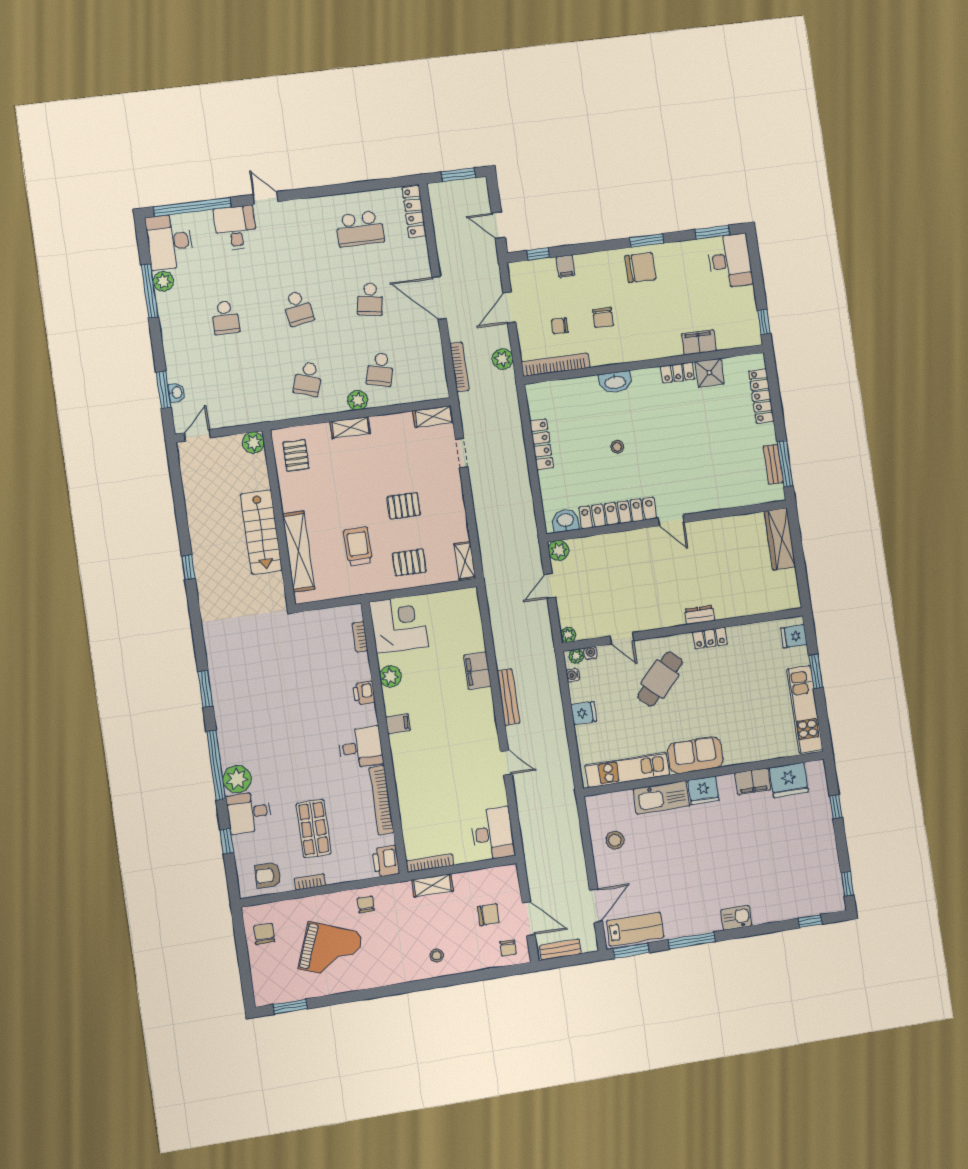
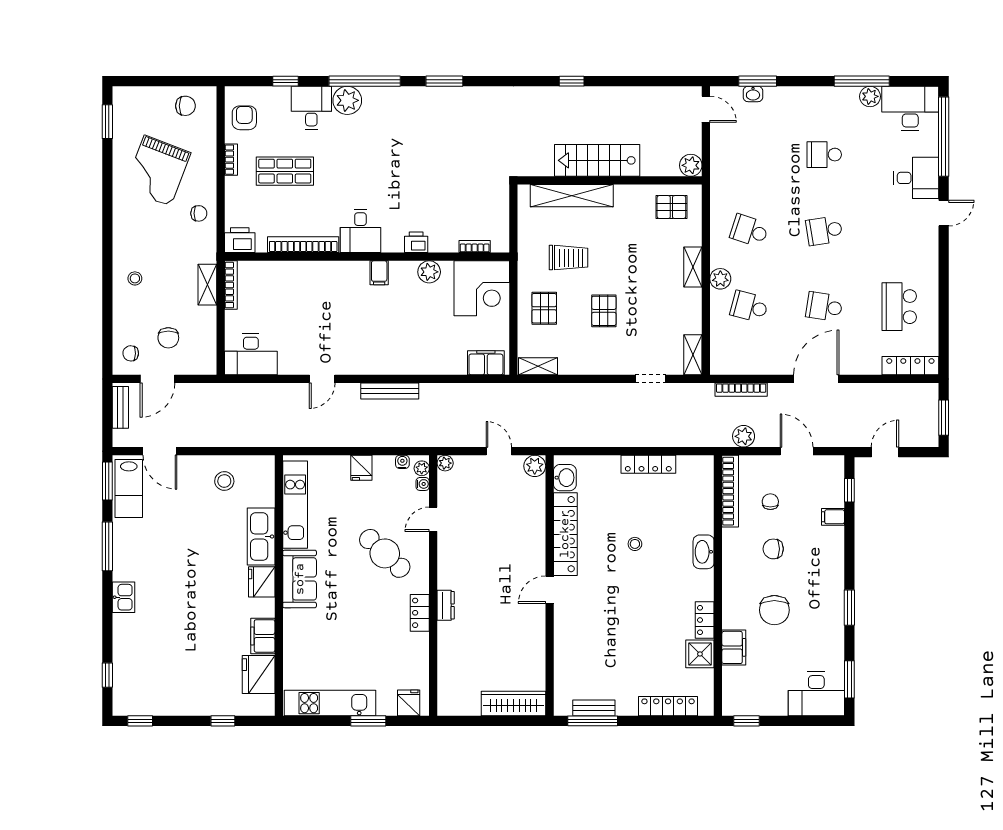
chair: (640, 268) -> (774, 610), moved
filing cabinet: (477, 671) -> (486, 363), moved

